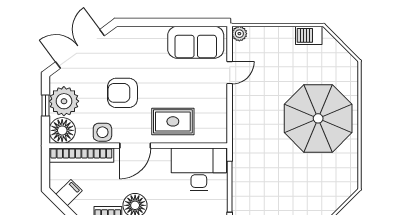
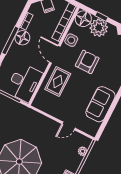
plant: (239, 34) -> (83, 151), moved
sofa: (196, 42) -> (100, 104), moved
door: (230, 73) -> (69, 126), hinge flipped

